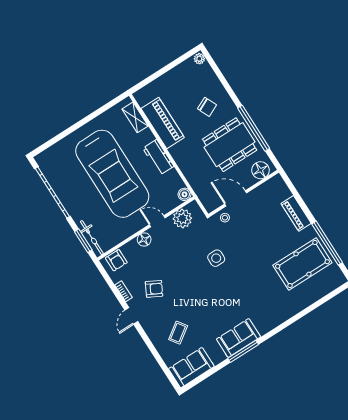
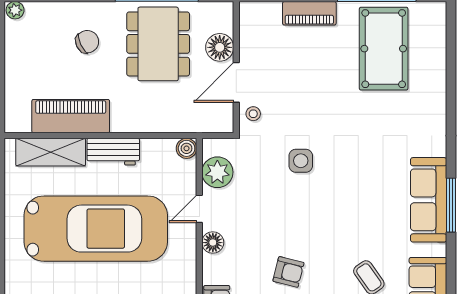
shelving: (135, 117) -> (51, 152), width x1.50, depth x1.33
floor lamp: (260, 170) -> (220, 47), moved
armchair: (154, 289) -> (288, 272), turned 76
sofa: (238, 338) -> (429, 200), width x1.36

